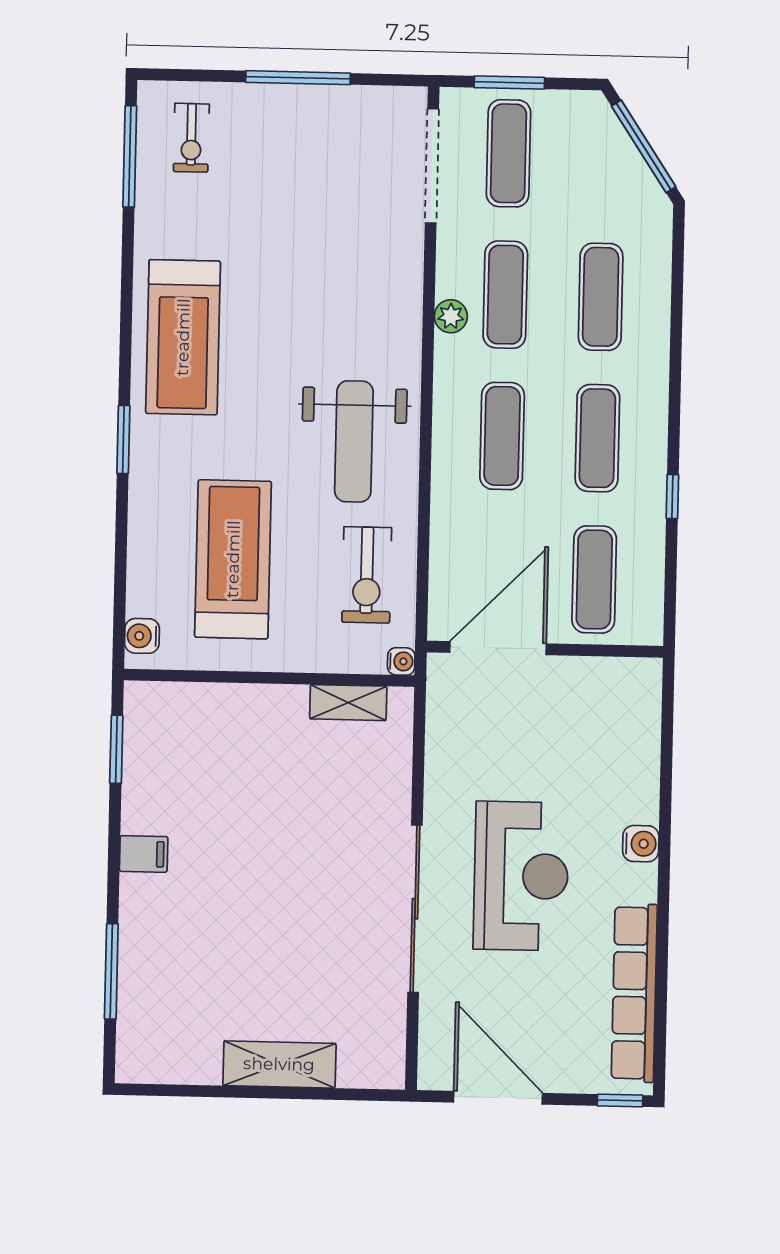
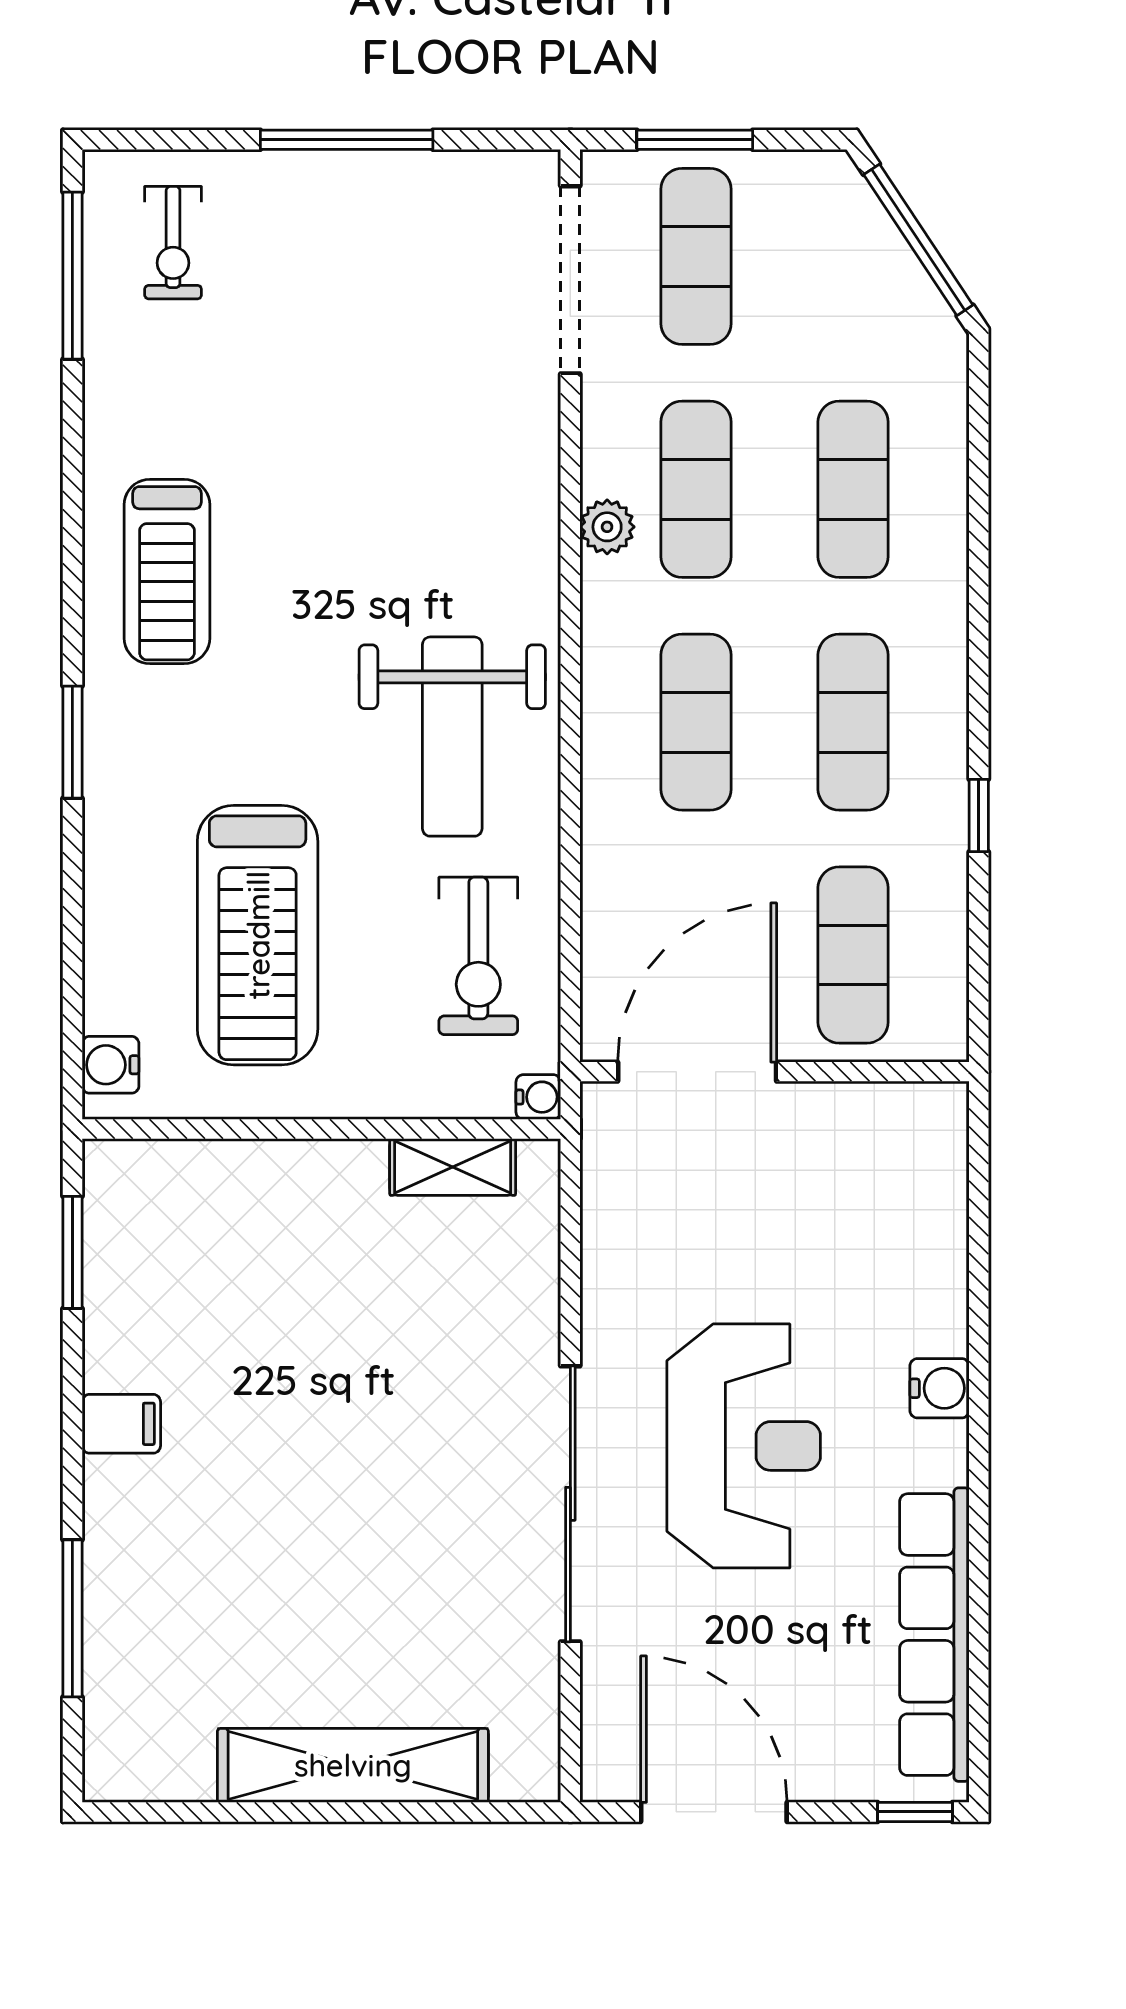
treadmill: (183, 337) -> (167, 571), width x0.73, depth x0.73
treadmill: (233, 559) -> (258, 935), turned 180
shelving: (279, 1064) -> (353, 1765), width x1.47

